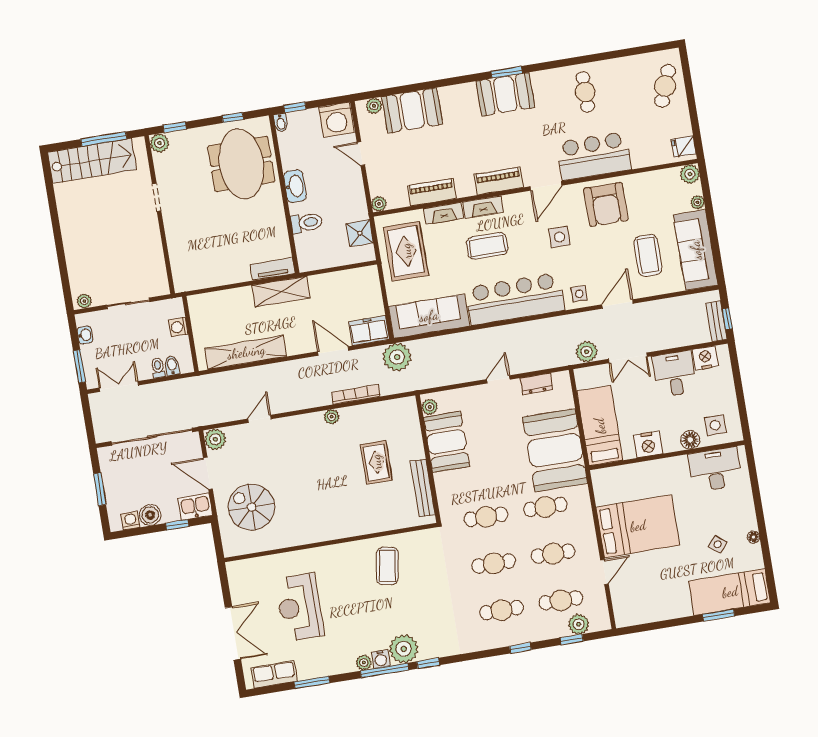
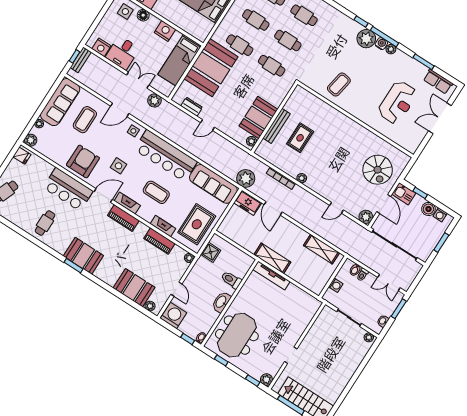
fireplace: (483, 207) -> (127, 203), moved
tv unit: (273, 269) -> (271, 275), width x1.41
shelving: (246, 352) -> (321, 249), width x0.68
bench: (423, 488) -> (276, 126), moved

